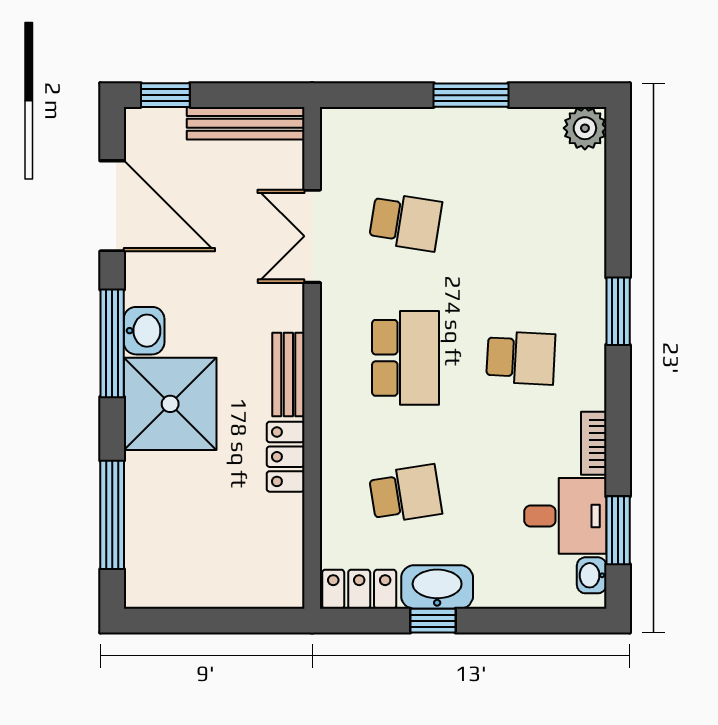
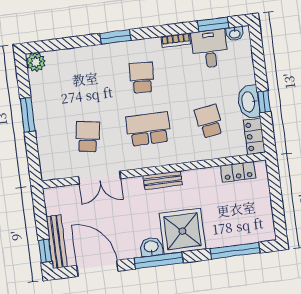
bench: (246, 123) -> (57, 242), moved
door: (112, 206) -> (97, 268), hinge flipped
locker: (286, 457) -> (238, 172), moved

